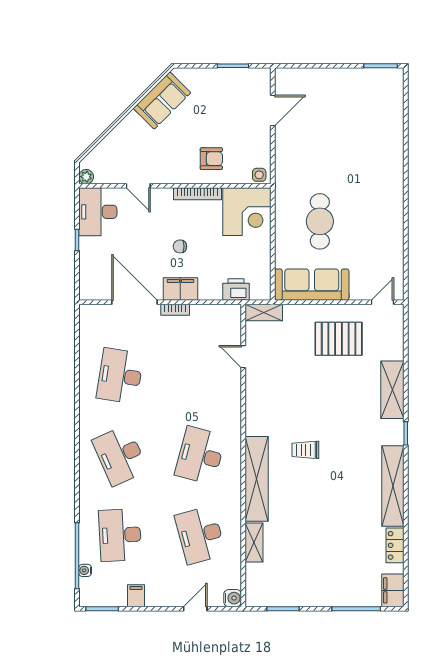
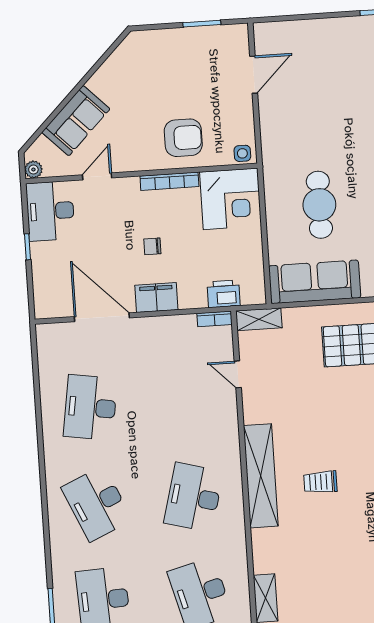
sofa: (162, 101) -> (76, 121), moved
armchair: (211, 159) -> (183, 138), width x1.38, depth x1.38
door: (138, 186) -> (97, 176), swing flipped
bookcase: (175, 310) -> (214, 319), moved
shelving: (257, 479) -> (261, 476), moved

